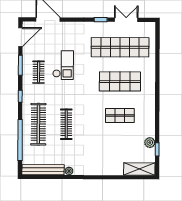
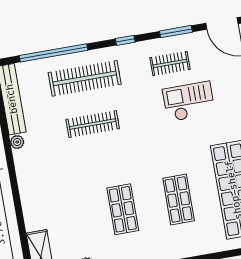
checkout: (63, 65) -> (189, 102), turned 180
shop shelf: (120, 81) -> (179, 200), width x0.70, depth x0.74

